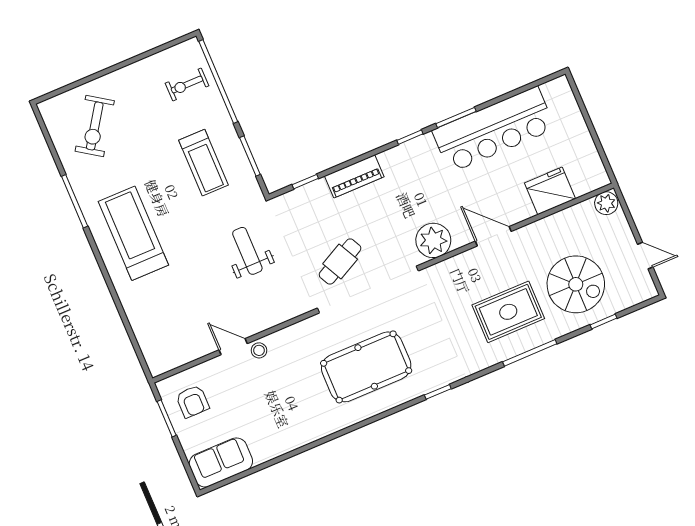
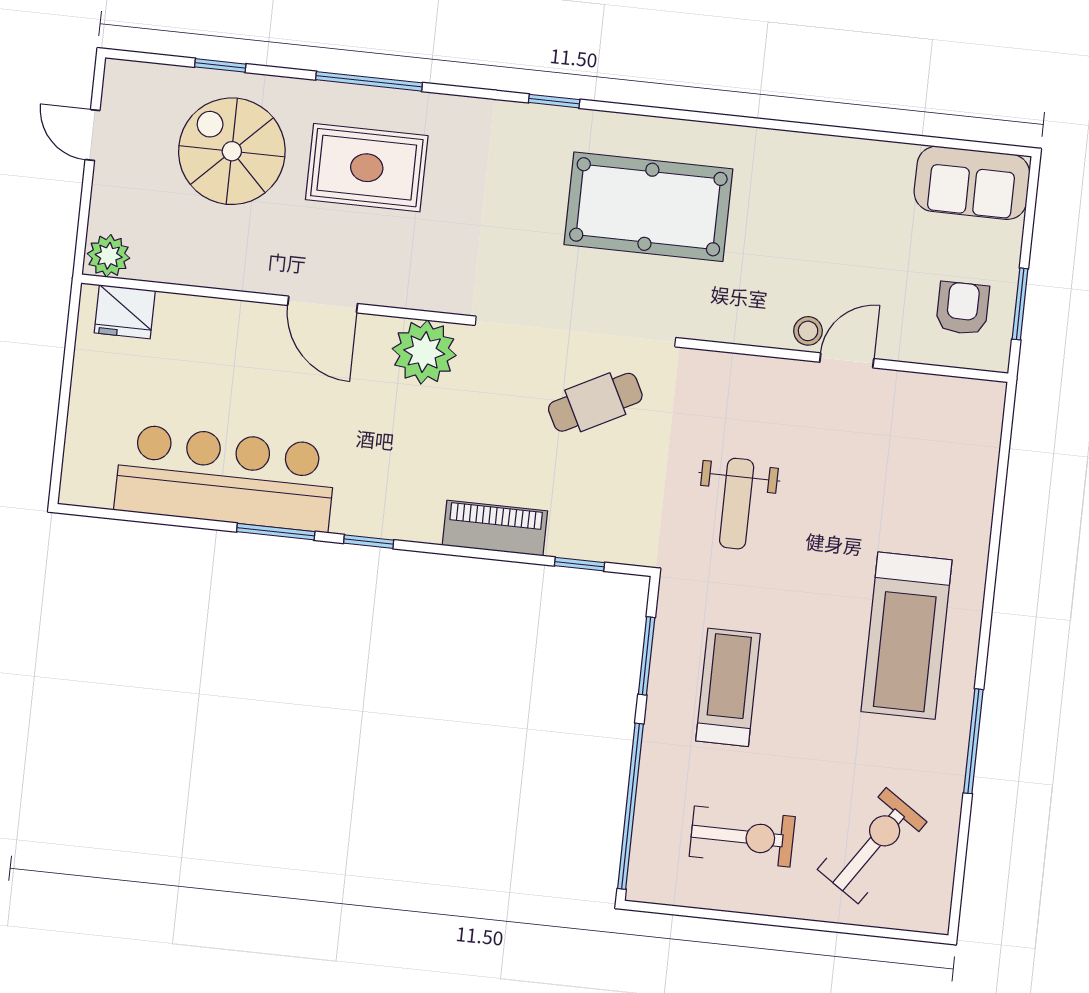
exercise bike: (187, 85) -> (742, 837), moved, width x1.38, depth x1.39
fridge: (550, 191) -> (125, 312), moved, width x0.73, depth x0.75
door: (233, 347) -> (847, 360), swing flipped

